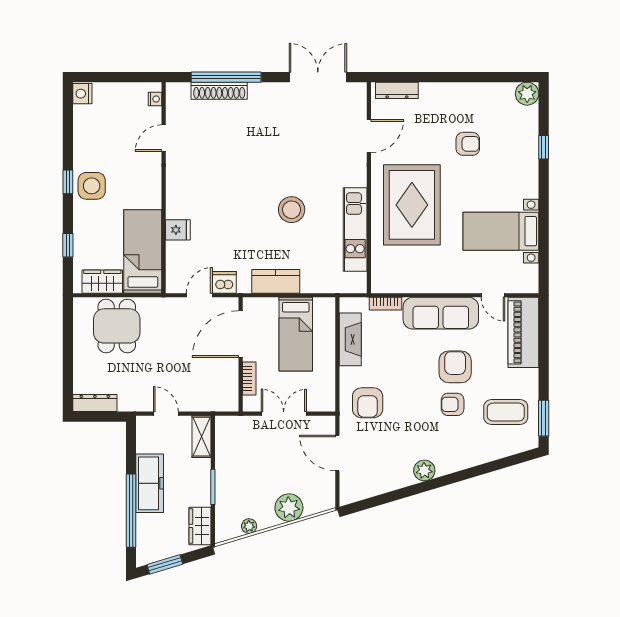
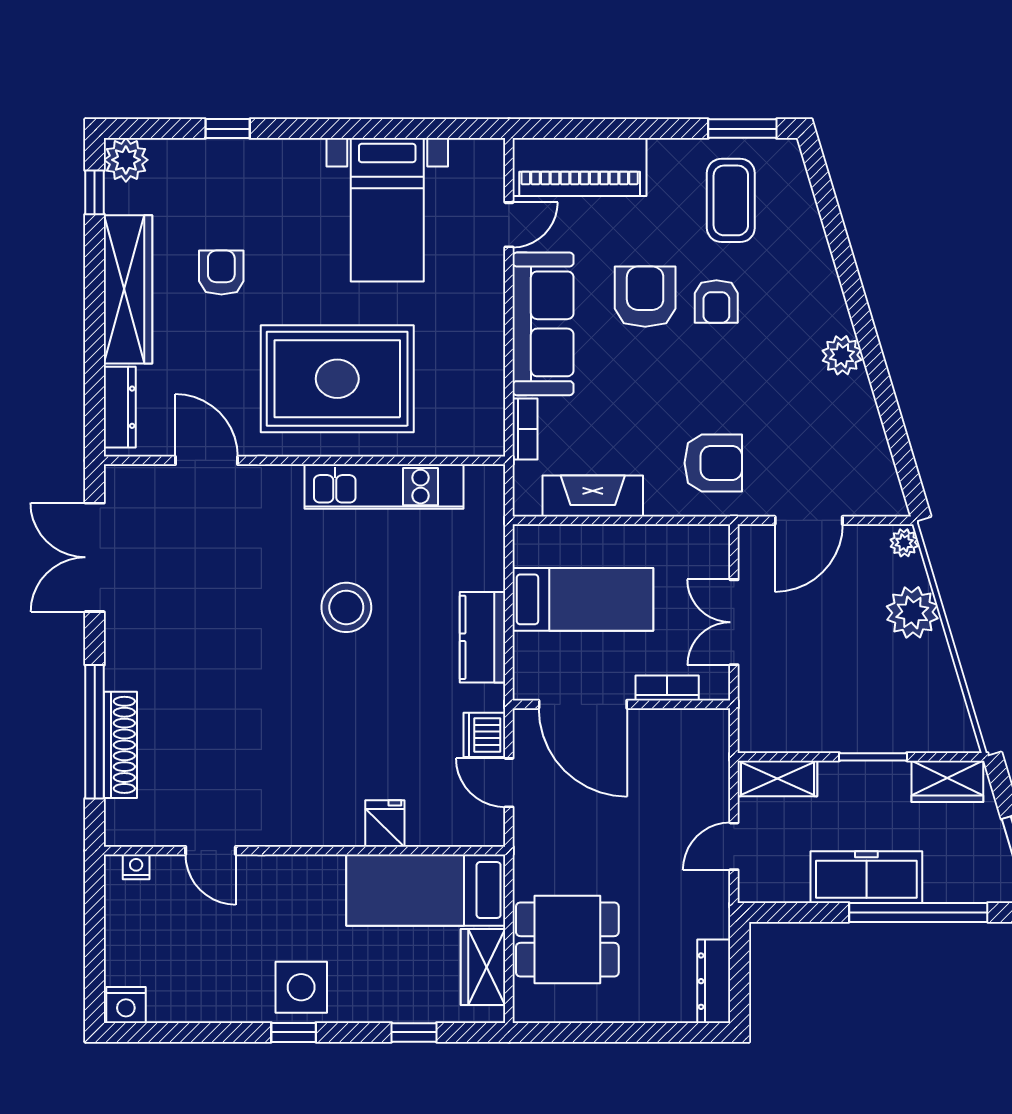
window: (510, 77) -> (95, 192), added
wardrobe: (459, 95) -> (128, 289), added
armchair: (455, 367) -> (645, 297), turned 90
plant: (249, 526) -> (904, 543), moved

